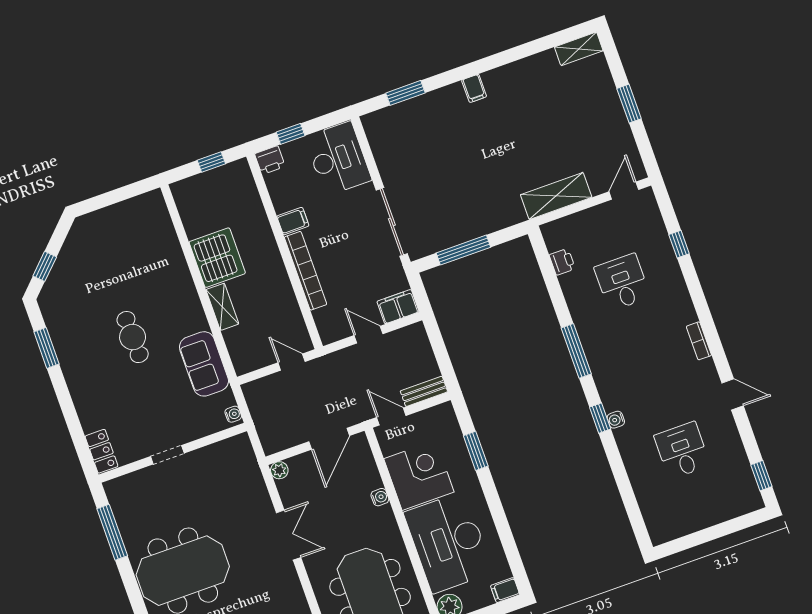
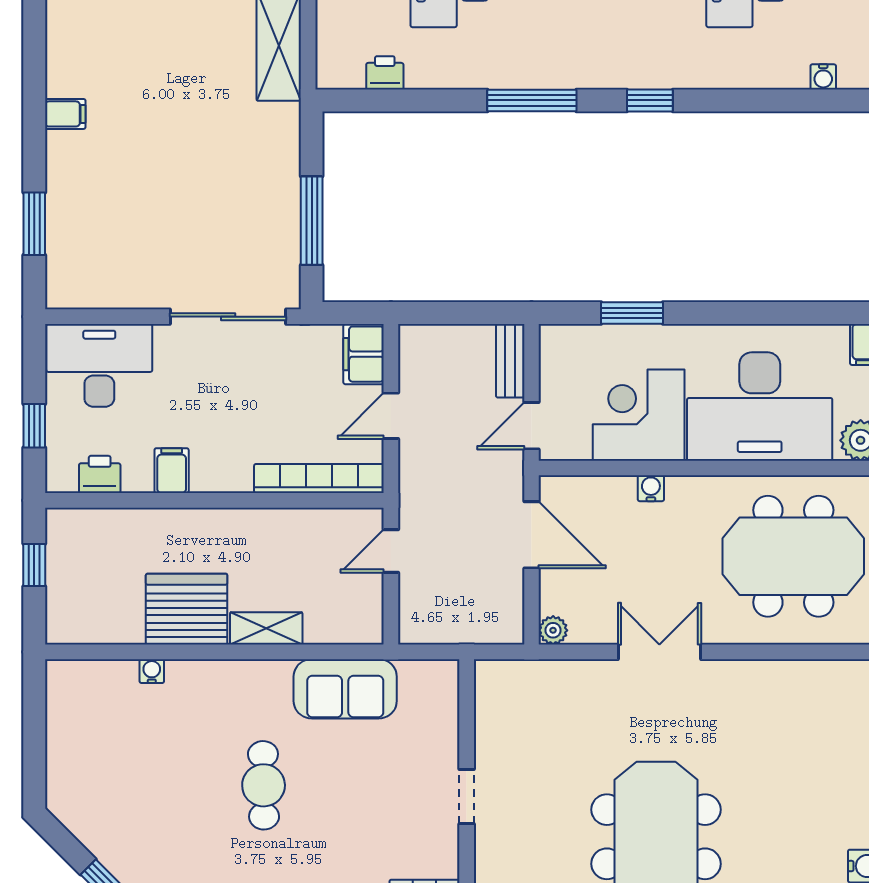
printer: (270, 160) -> (100, 474), moved, turned -90
bookcase: (305, 271) -> (319, 479), moved
cafe table: (133, 337) -> (264, 785), turned 90
water cooler: (233, 414) -> (152, 671), moved
water cooler: (616, 420) -> (823, 77), moved

